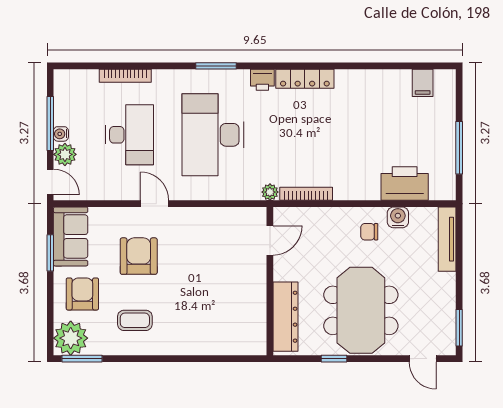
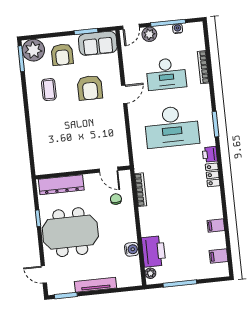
locker: (305, 79) -> (213, 175), width x0.66
filing cabinet: (374, 82) -> (216, 226), added
water cooler: (61, 134) -> (178, 29), moved
desk: (213, 135) -> (172, 127), turned 180
plant: (270, 192) -> (150, 273), moved
chair: (369, 232) -> (116, 199), moved
tv unit: (447, 239) -> (96, 285), moved
armchair: (139, 256) -> (90, 88), turned 90
armchair: (82, 294) -> (62, 55), turned 90
door: (423, 359) -> (44, 274), hinge flipped

